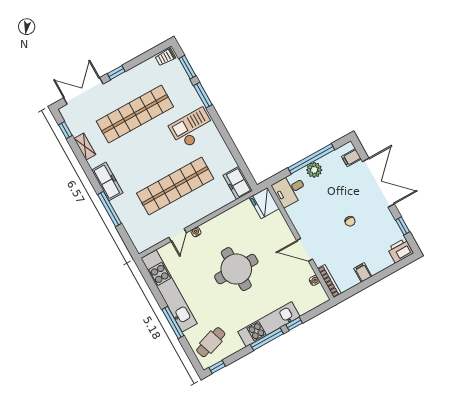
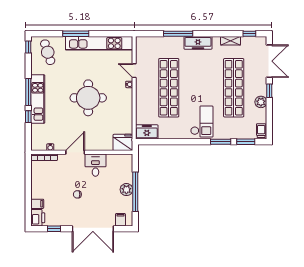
plant: (134, 75) -> (261, 102), added
desk: (290, 190) -> (95, 165), moved
filing cabinet: (363, 272) -> (37, 204), moved

